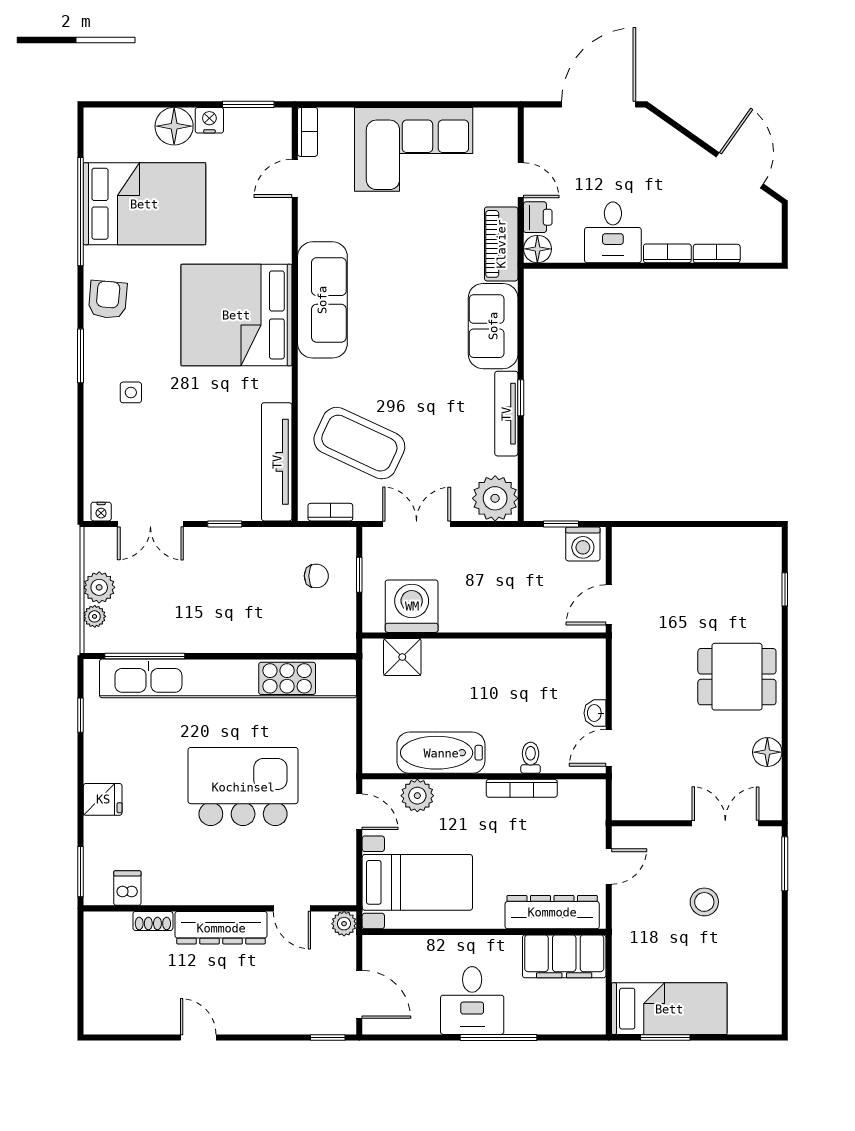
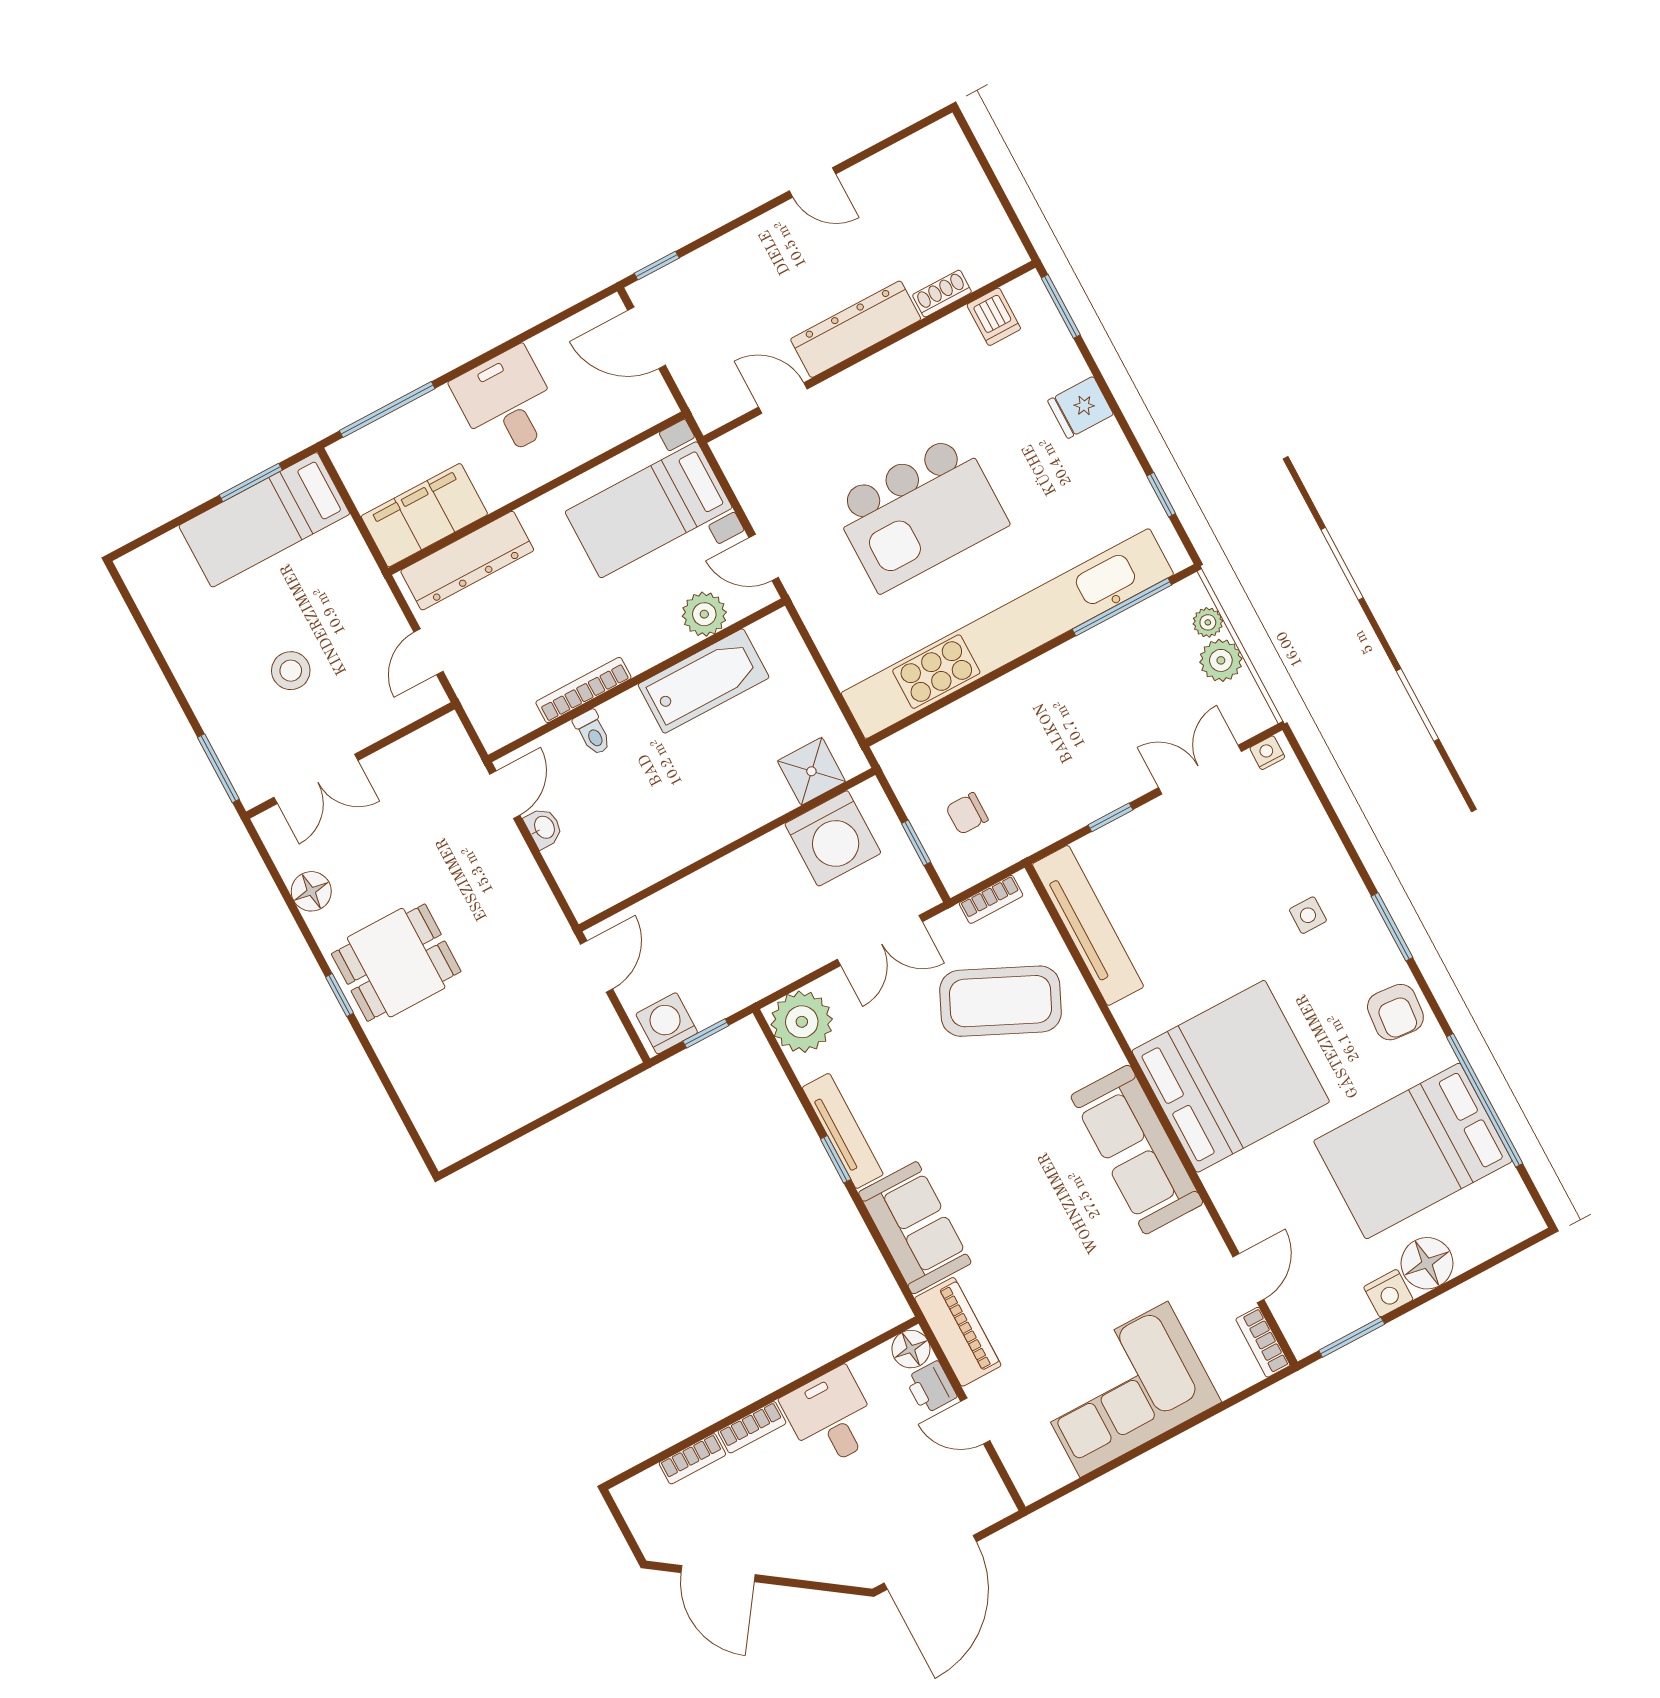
window: (785, 589) -> (340, 995), moved
plant: (344, 924) -> (710, 413), removed
window: (499, 1037) -> (387, 410), moved

